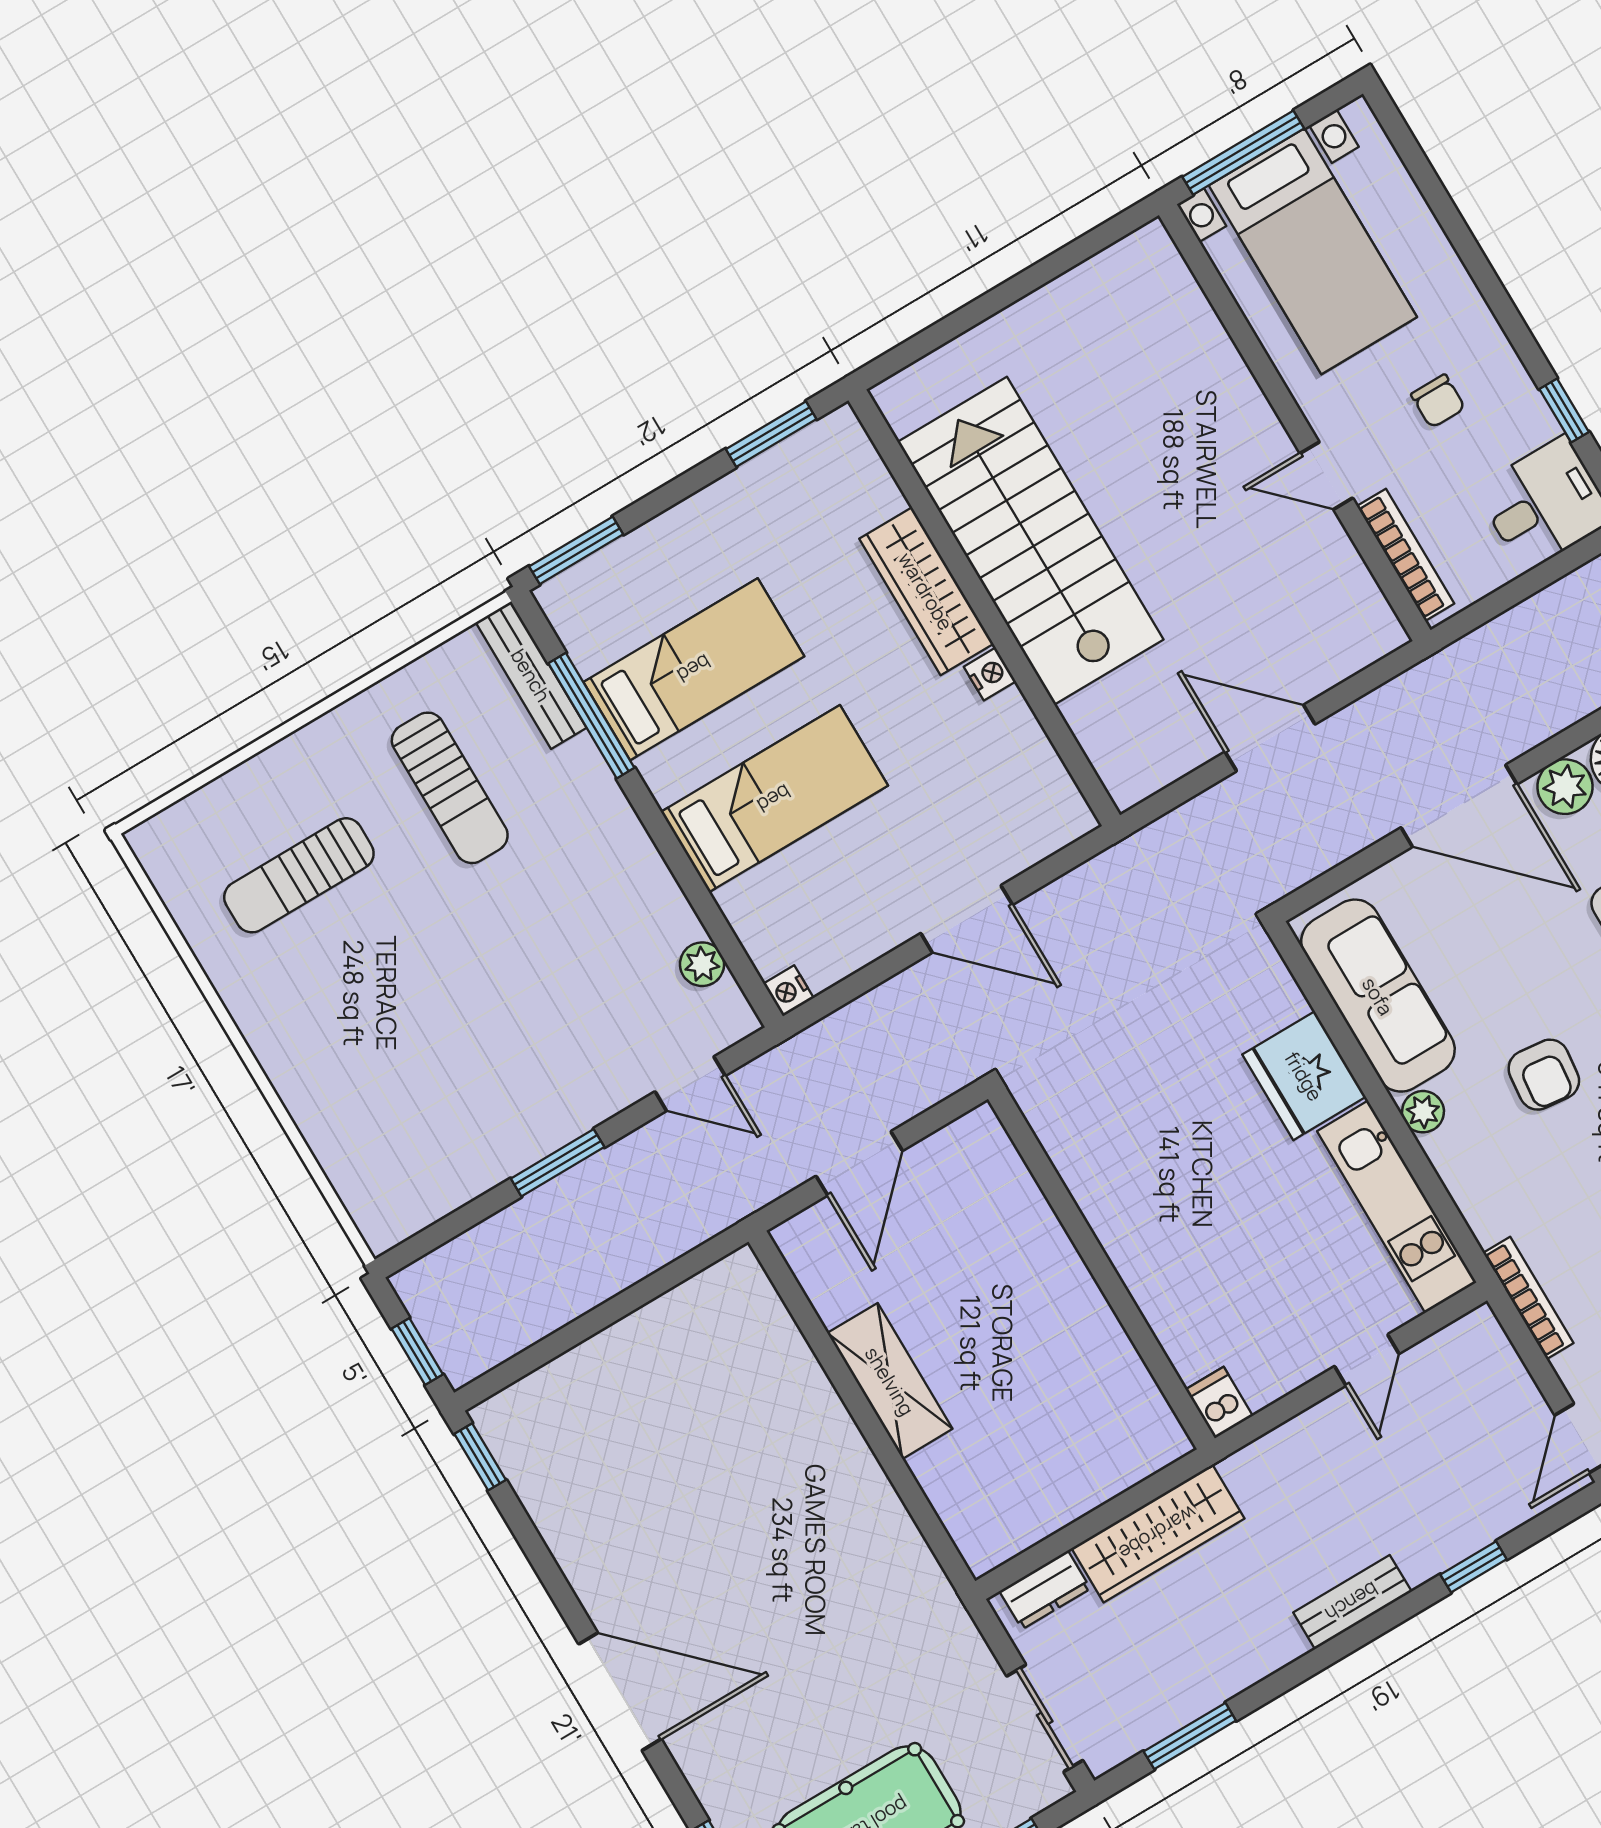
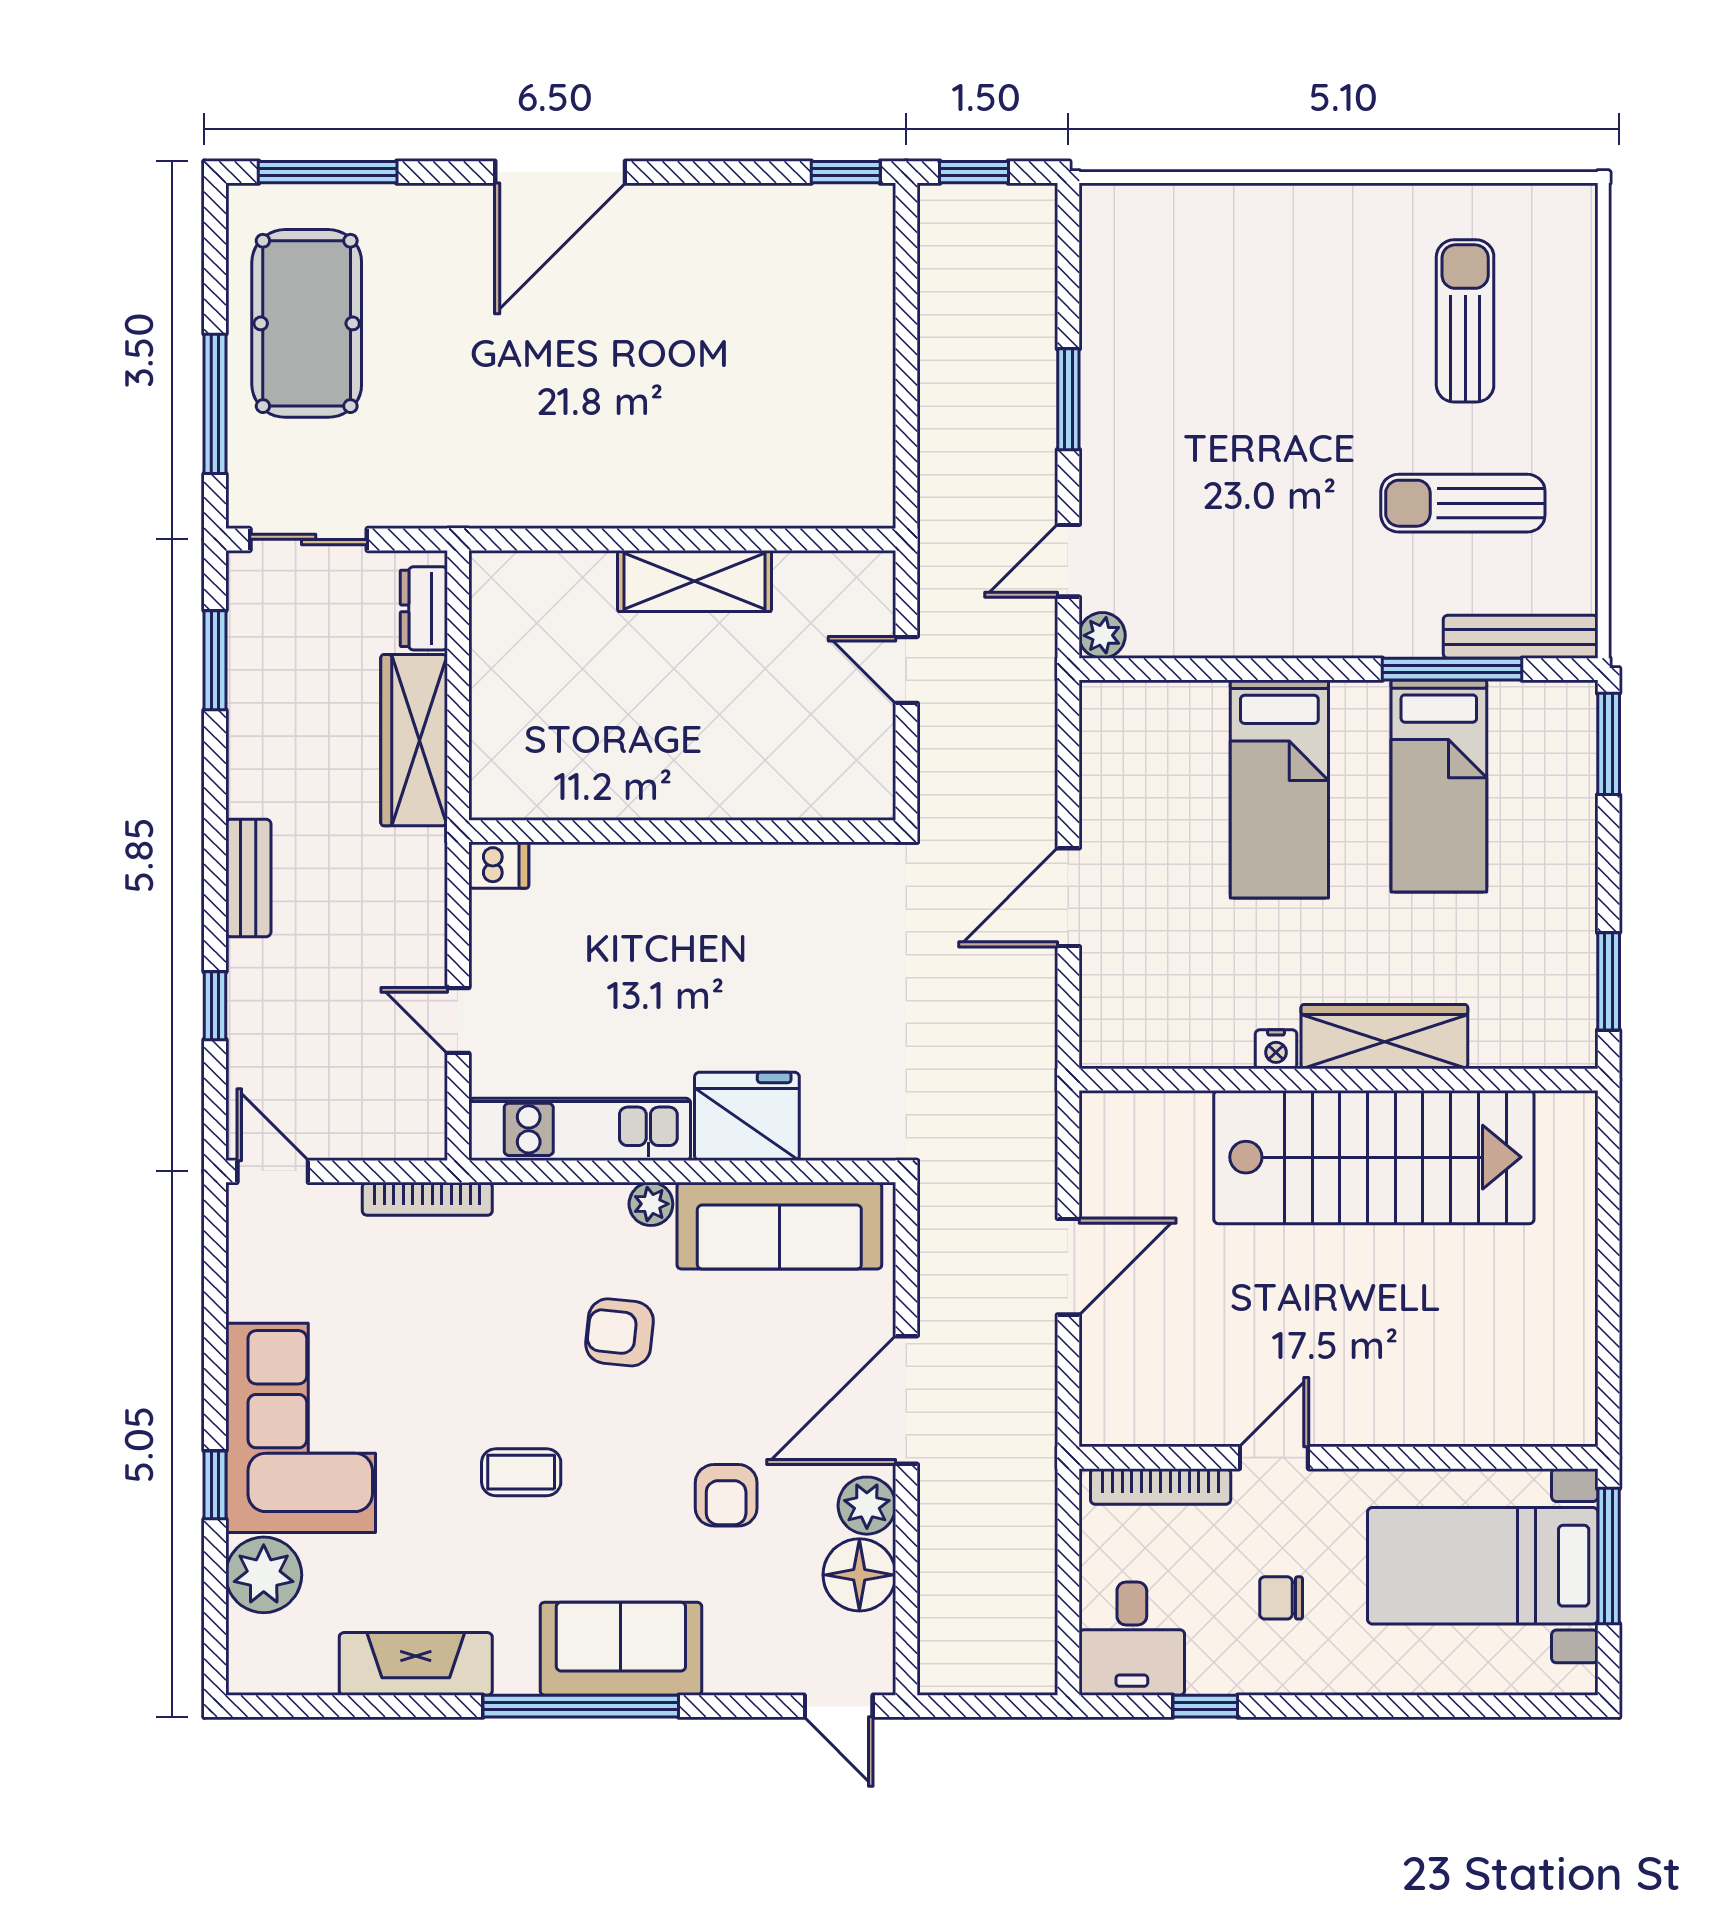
plant: (702, 964) -> (1102, 635), moved
nightstand: (788, 991) -> (1099, 699), removed
door: (859, 1163) -> (906, 670), width x0.73

